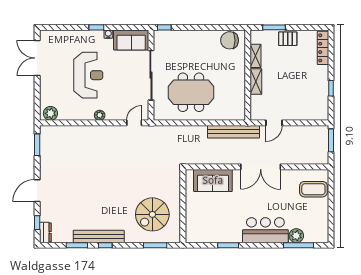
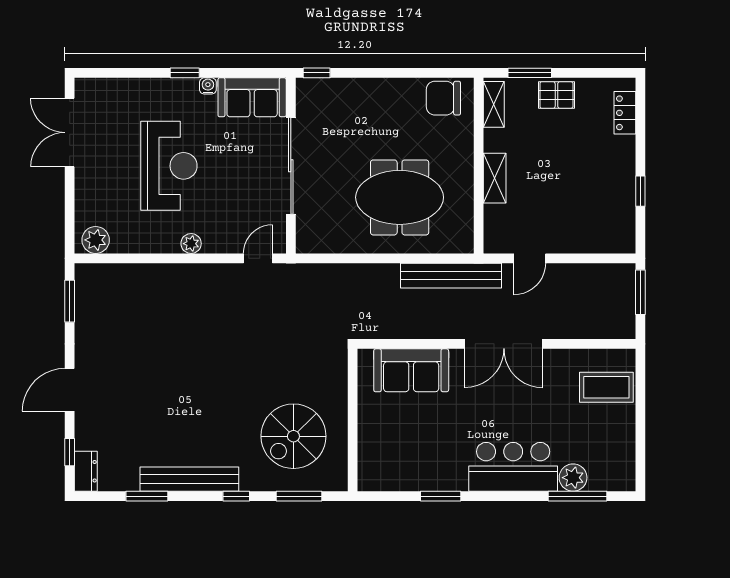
locker: (323, 48) -> (625, 113), width x0.66
shelving: (255, 56) -> (494, 104), moved
meeting table: (191, 92) -> (400, 197), moved
window: (105, 245) -> (236, 496), moved

